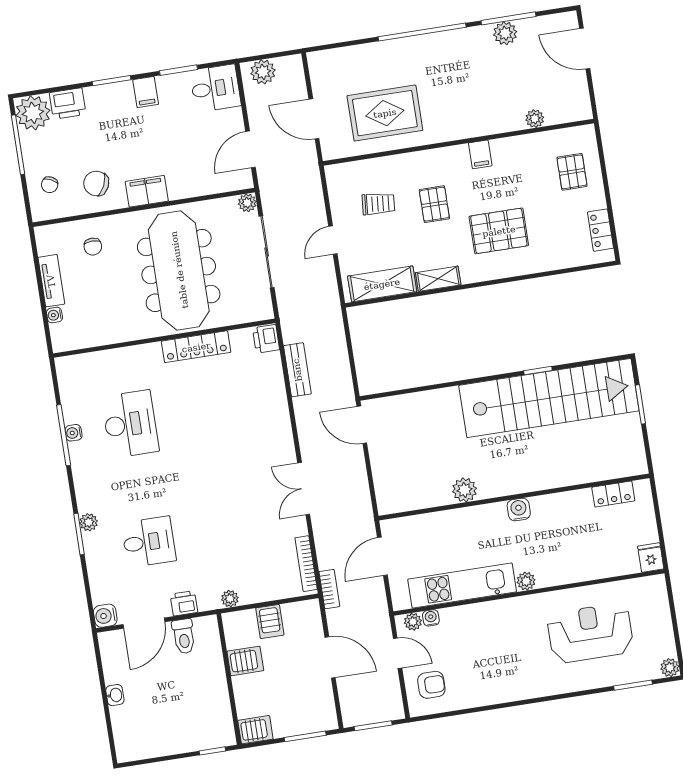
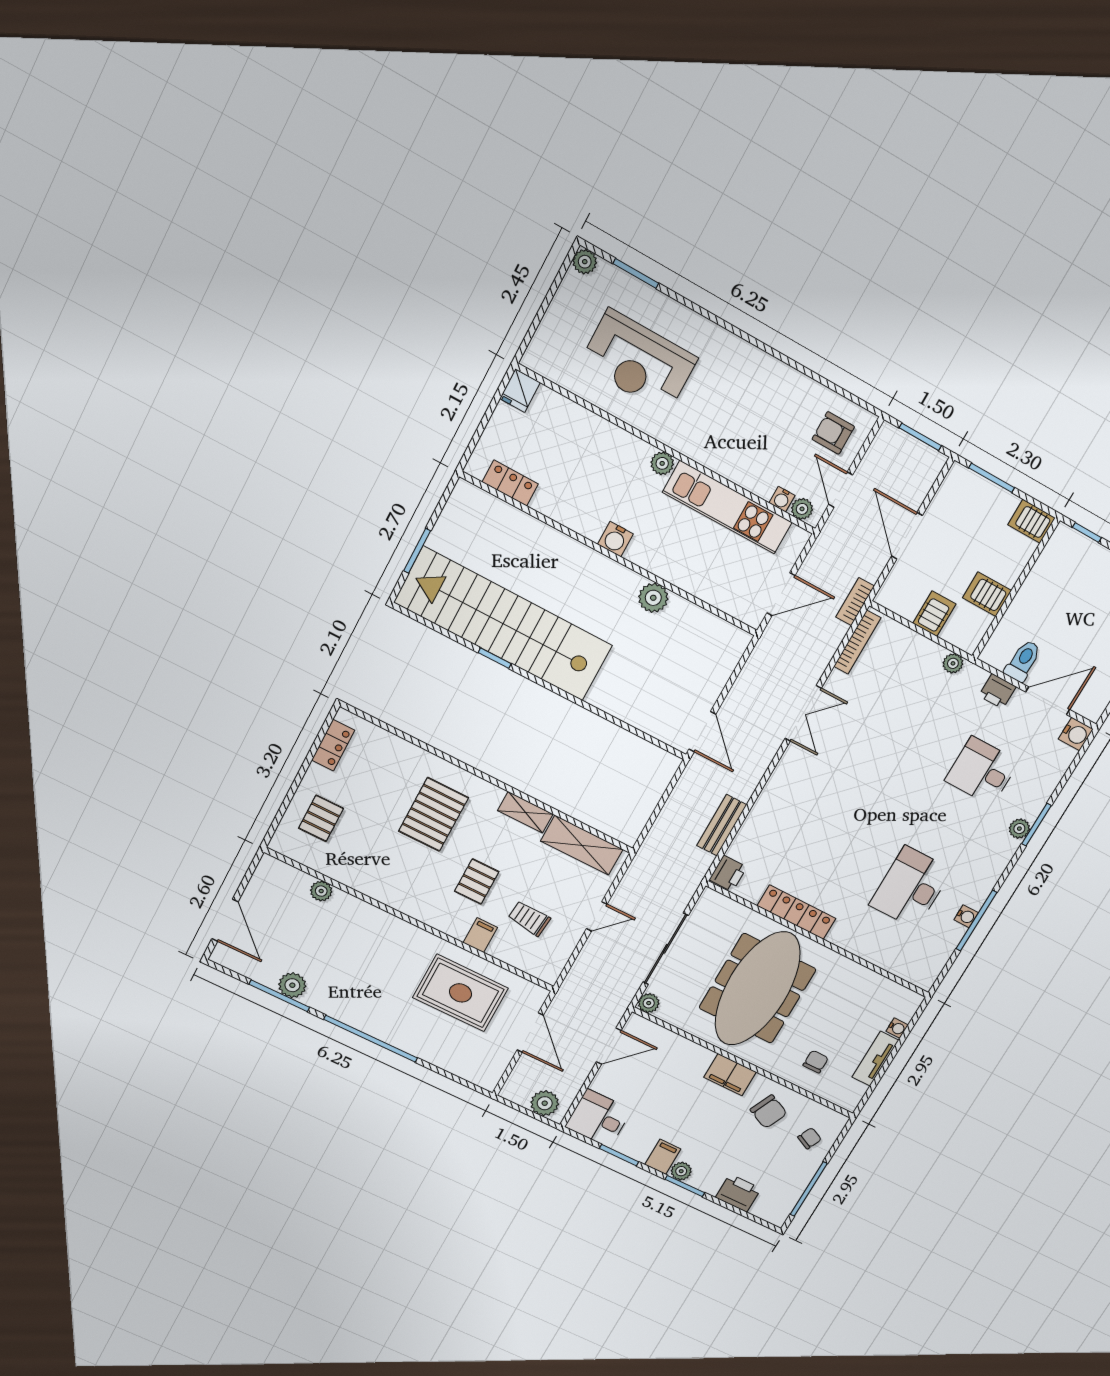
plant: (33, 113) -> (681, 1171), moved, width x0.53, depth x0.53
filing cabinet: (480, 154) -> (480, 935), moved
pallet: (499, 231) -> (434, 814), turned 90

